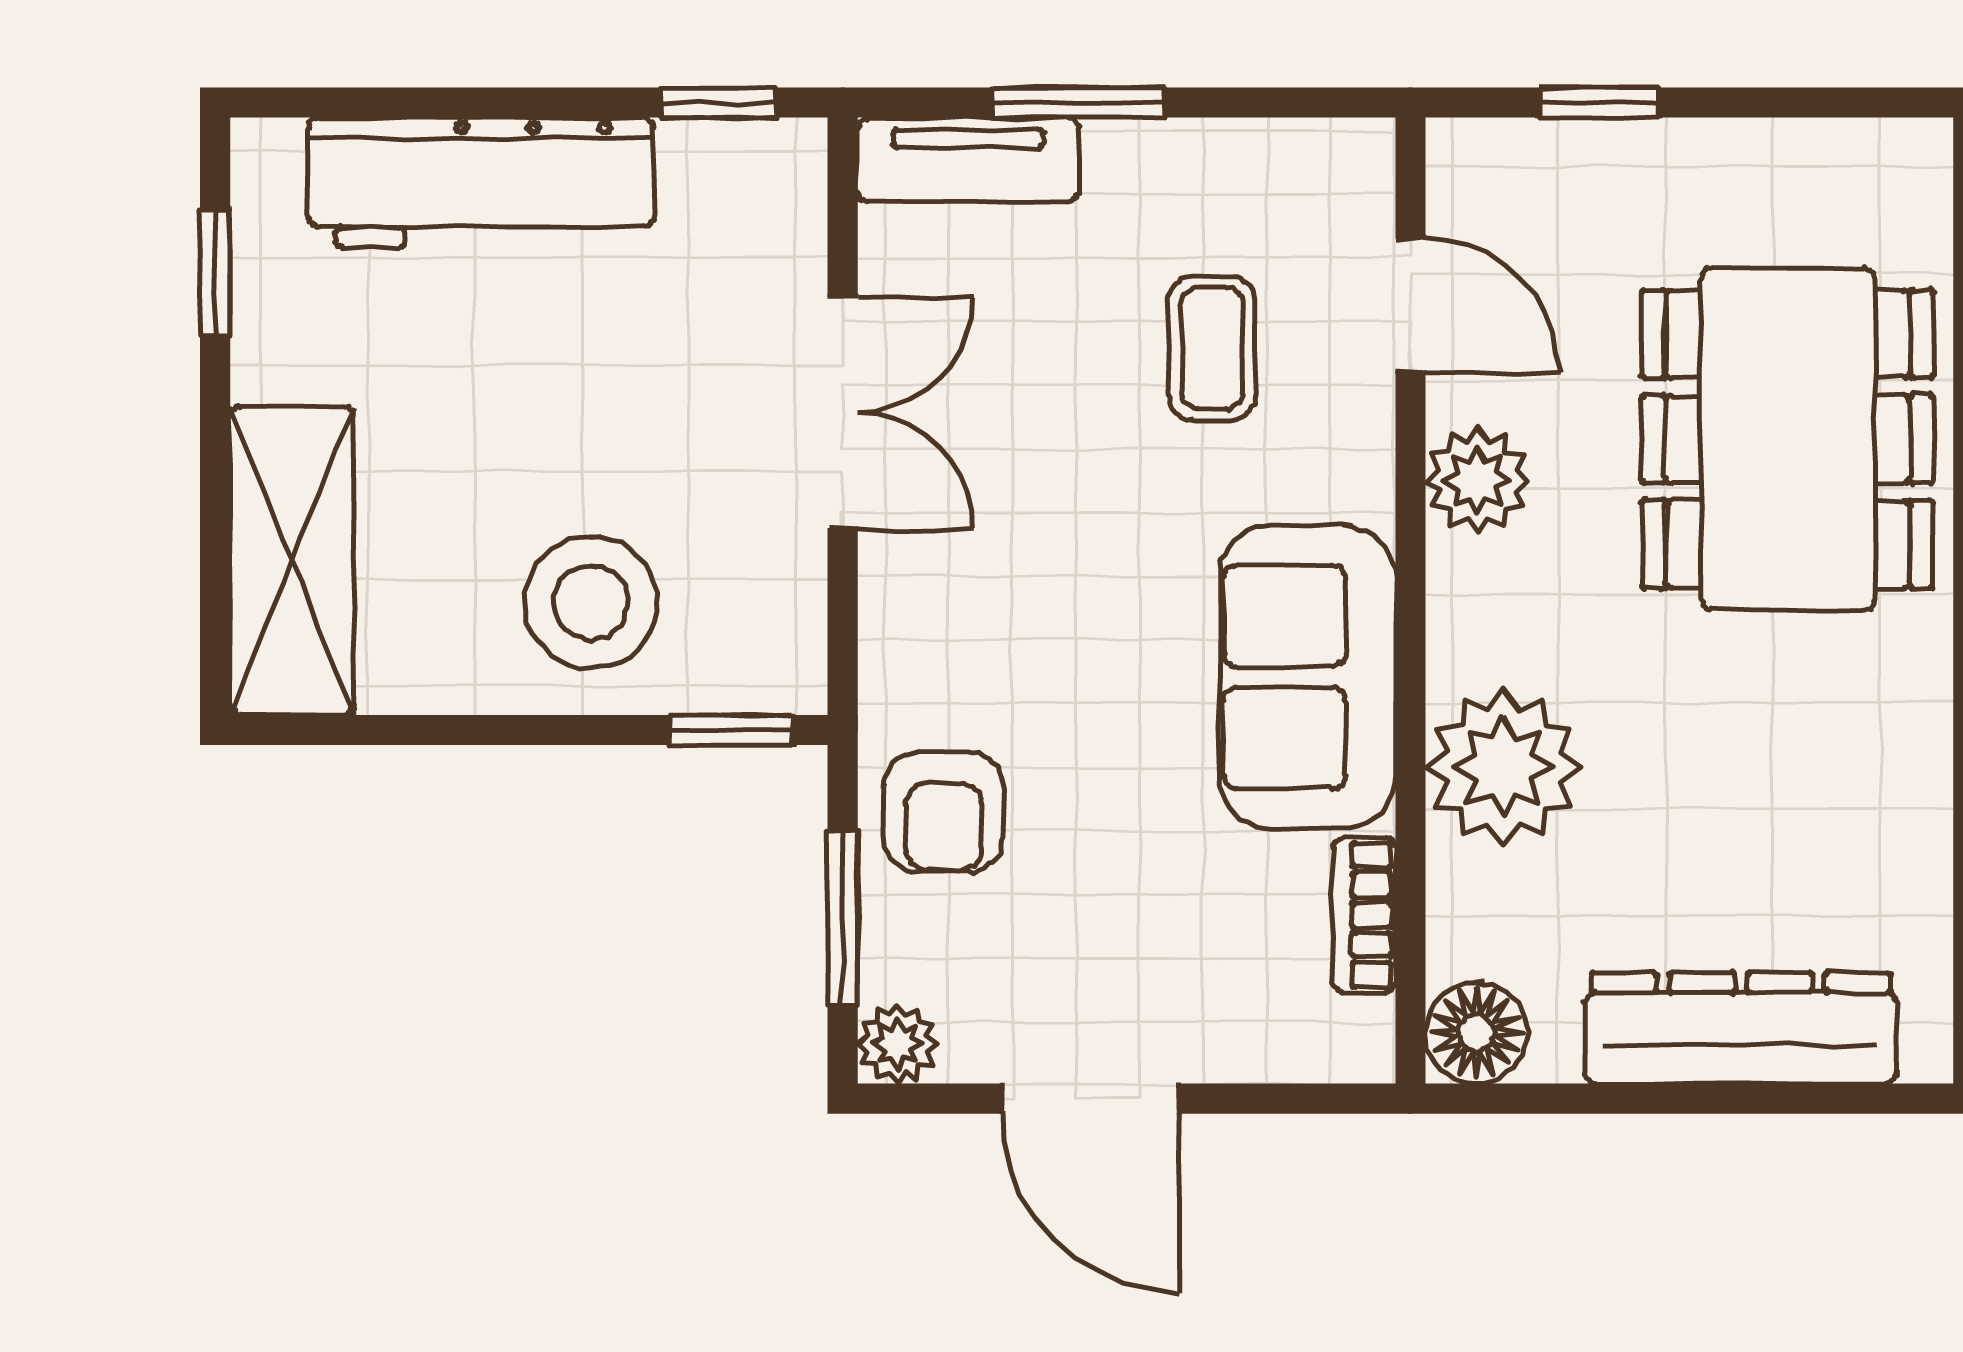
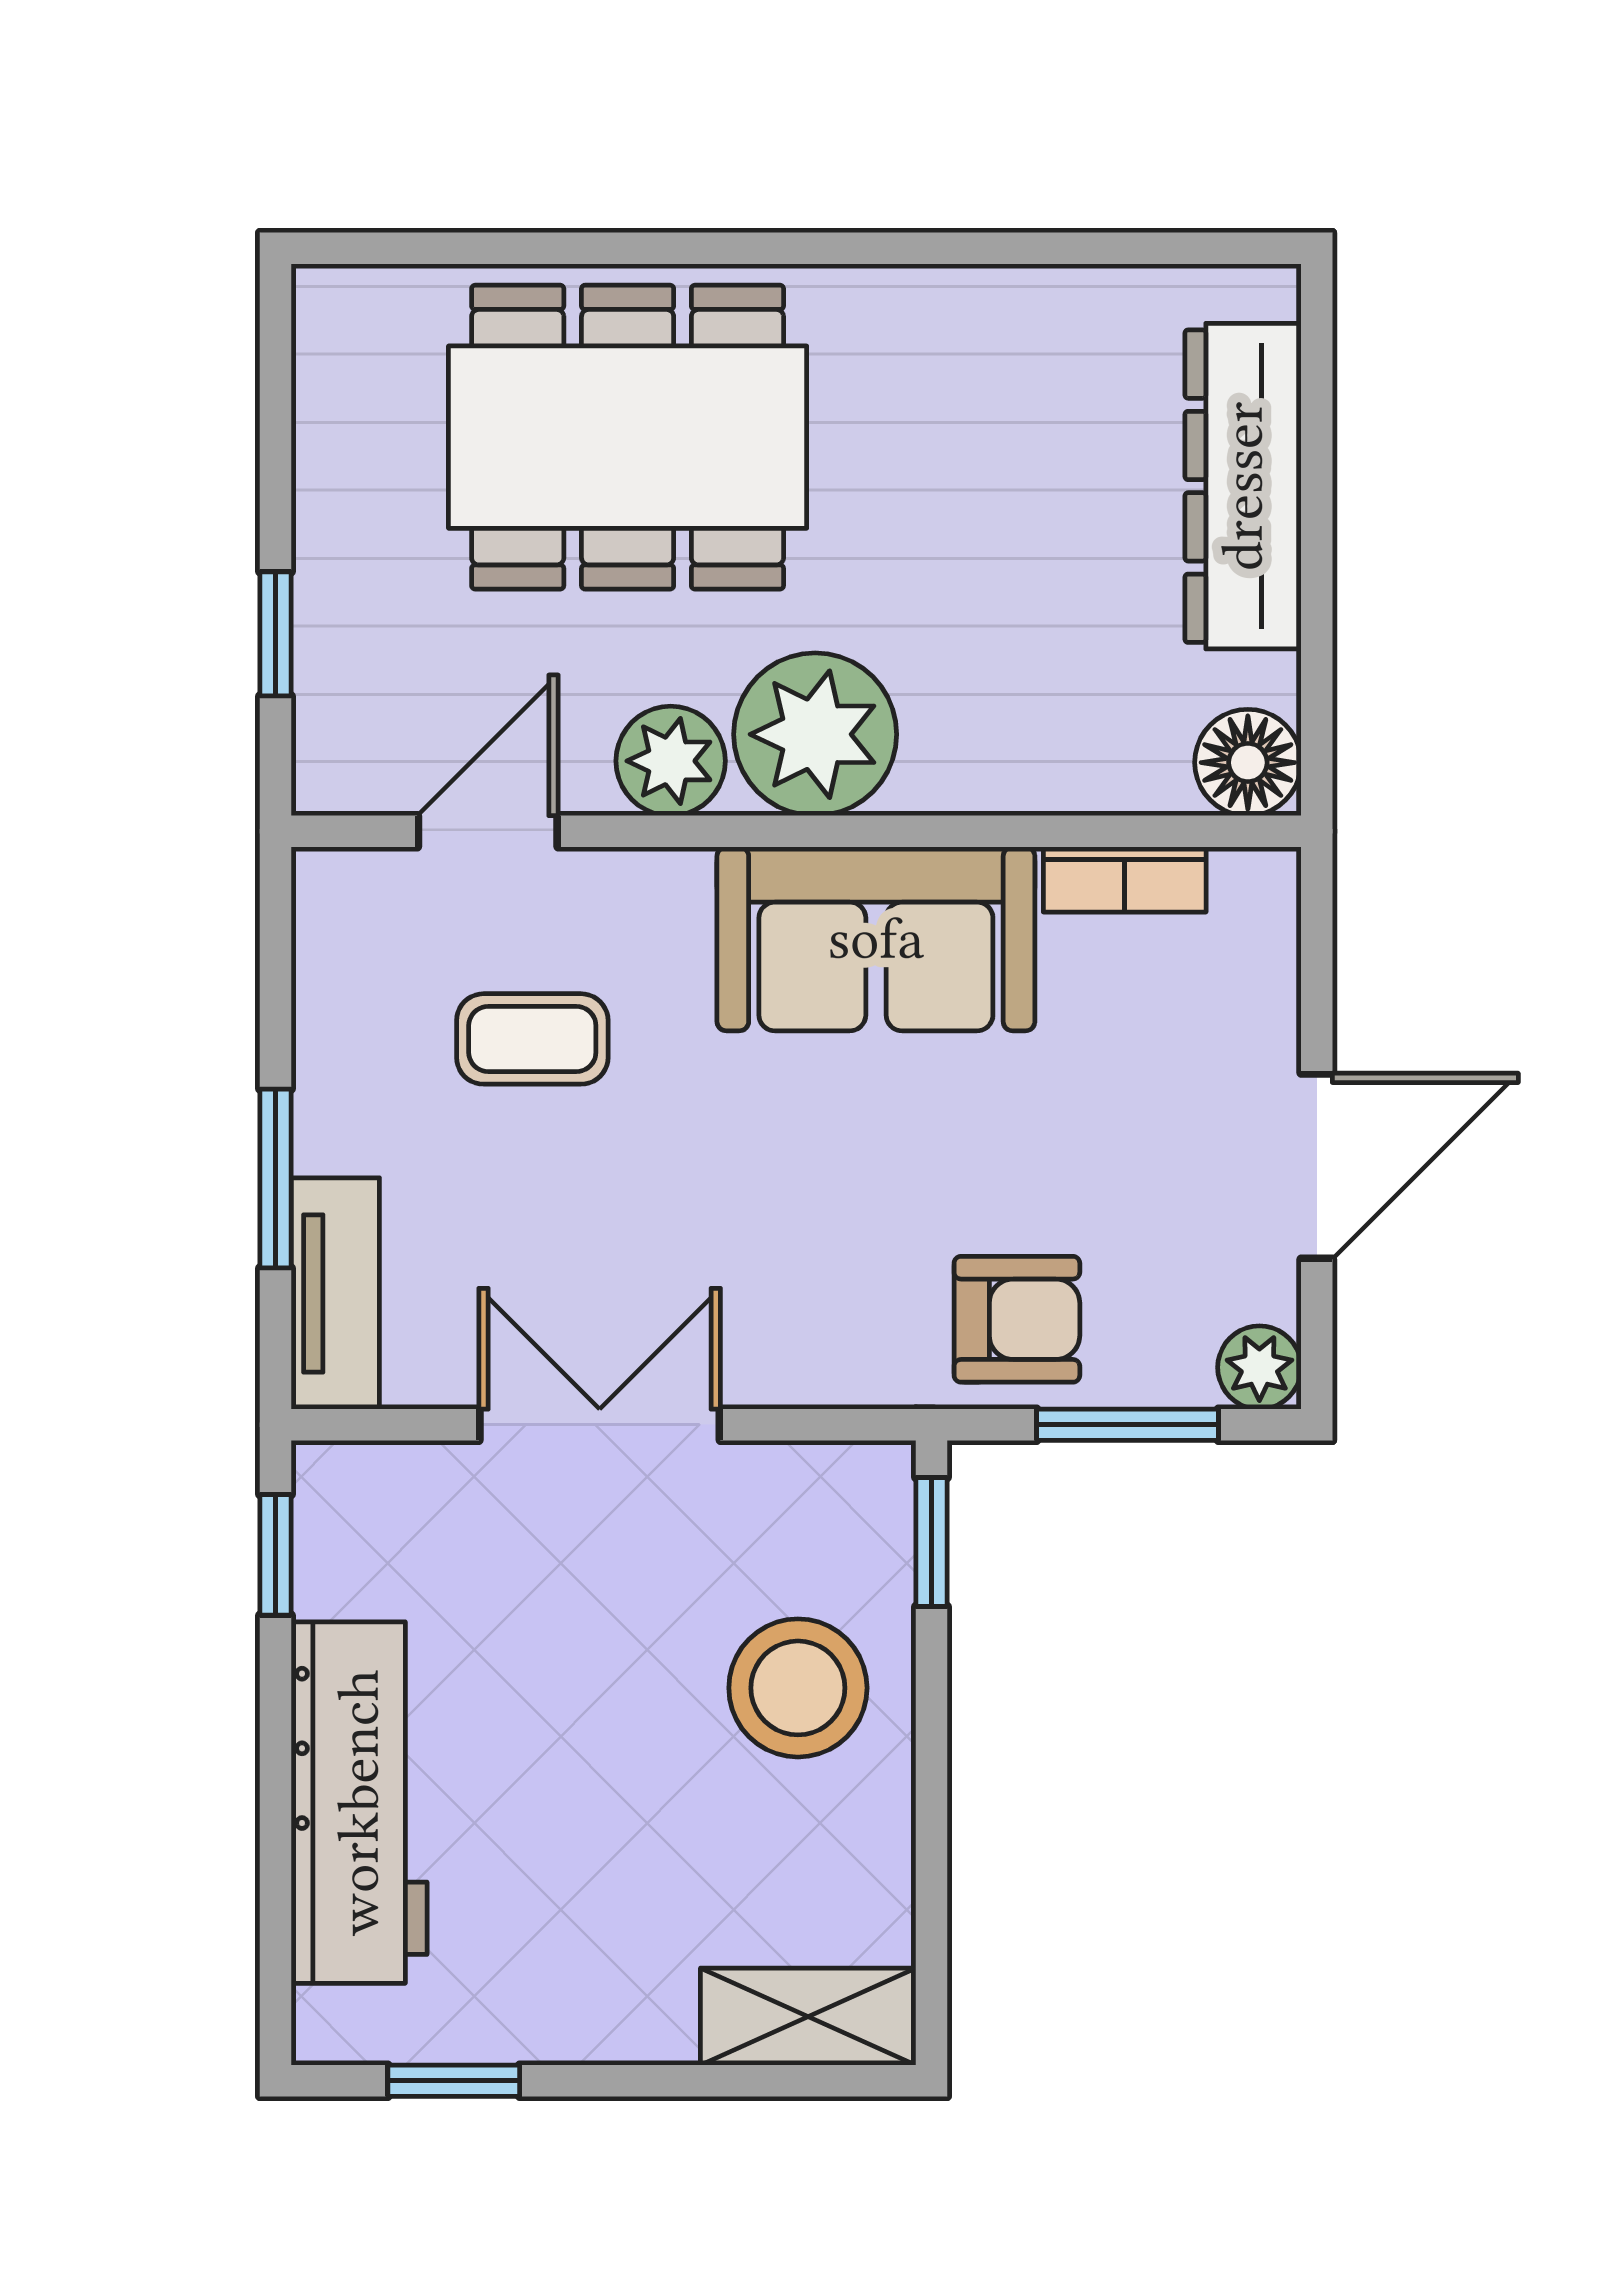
shelving: (292, 560) -> (808, 2017), width x0.67, depth x0.75
plant: (1503, 767) -> (815, 734), moved

